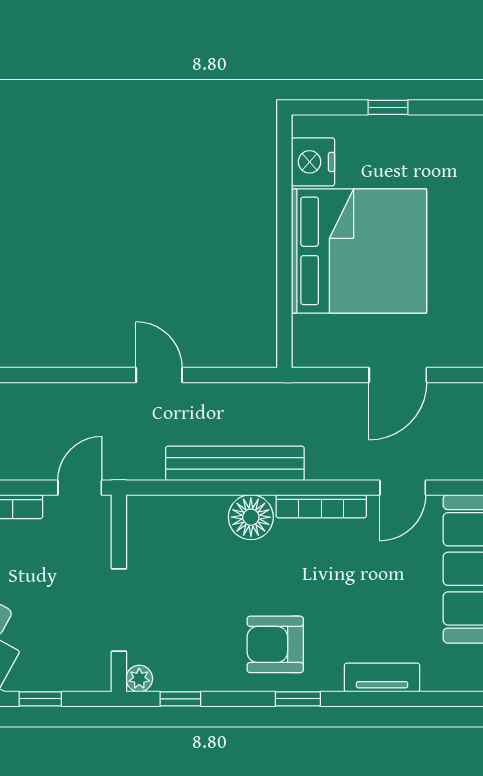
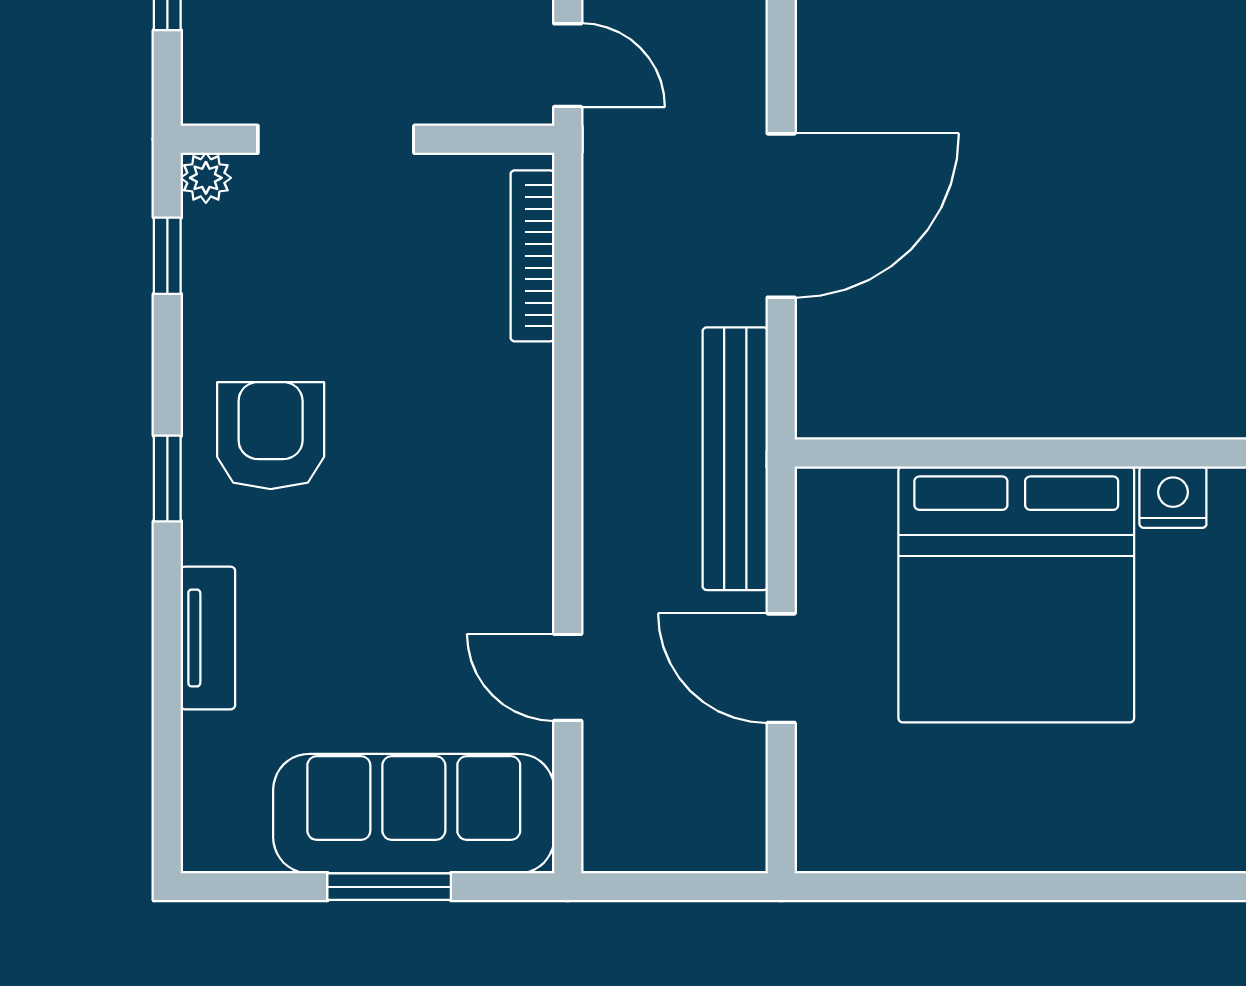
nightstand: (313, 162) -> (1173, 497), width x0.74, depth x0.75
door: (159, 375) -> (781, 216), width x1.88
bench: (235, 463) -> (735, 459), moved
bookcase: (321, 506) -> (532, 256), moved
floor lamp: (251, 517) -> (512, 389), removed

